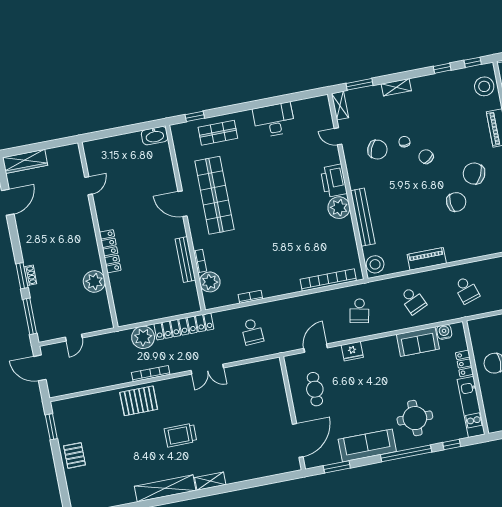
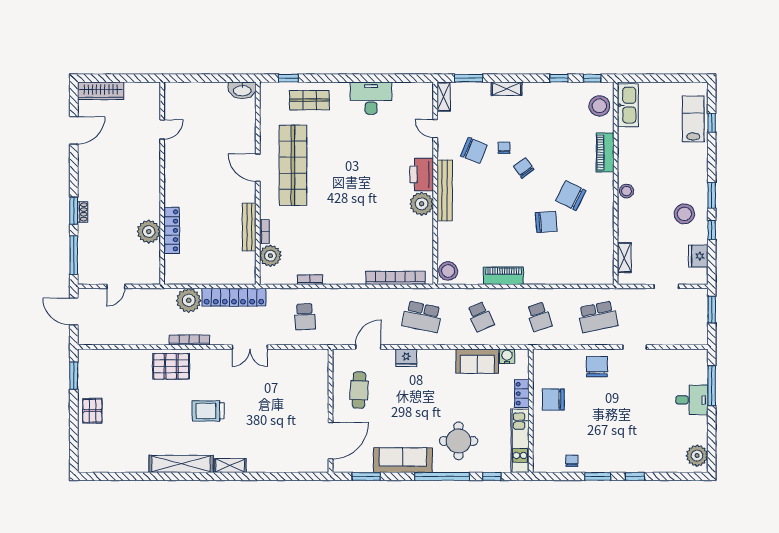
bench: (363, 217) -> (445, 190), moved
locker: (110, 251) -> (172, 230), moved
school desk: (359, 311) -> (422, 317), width x1.85

